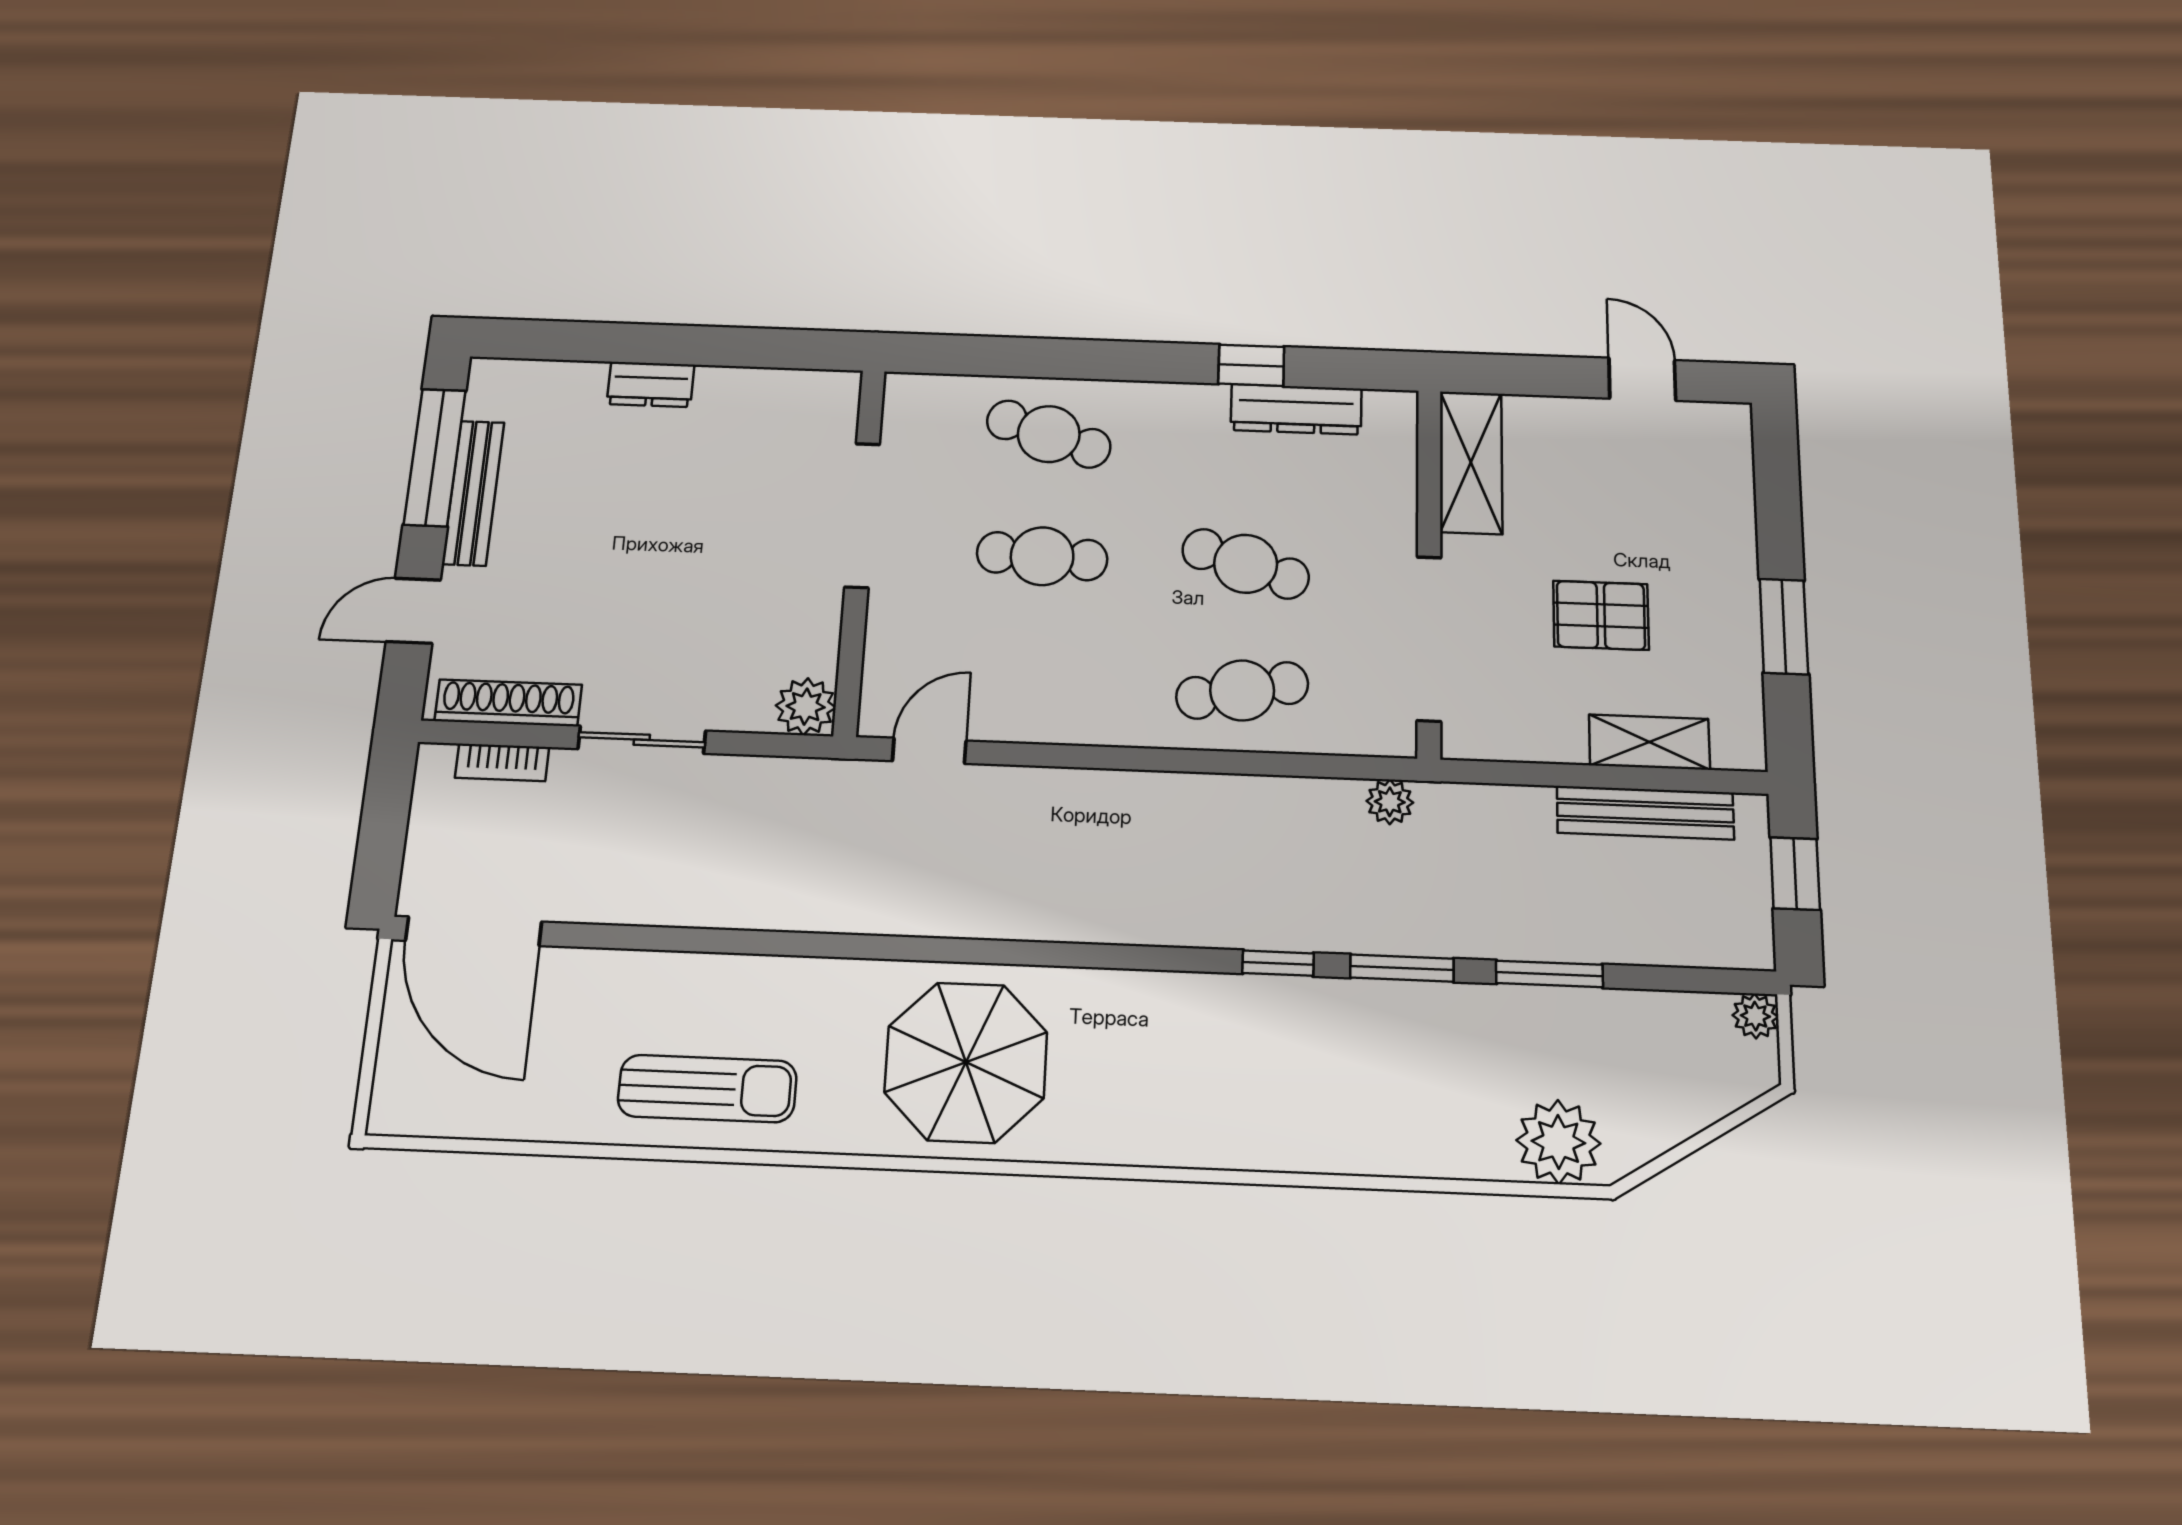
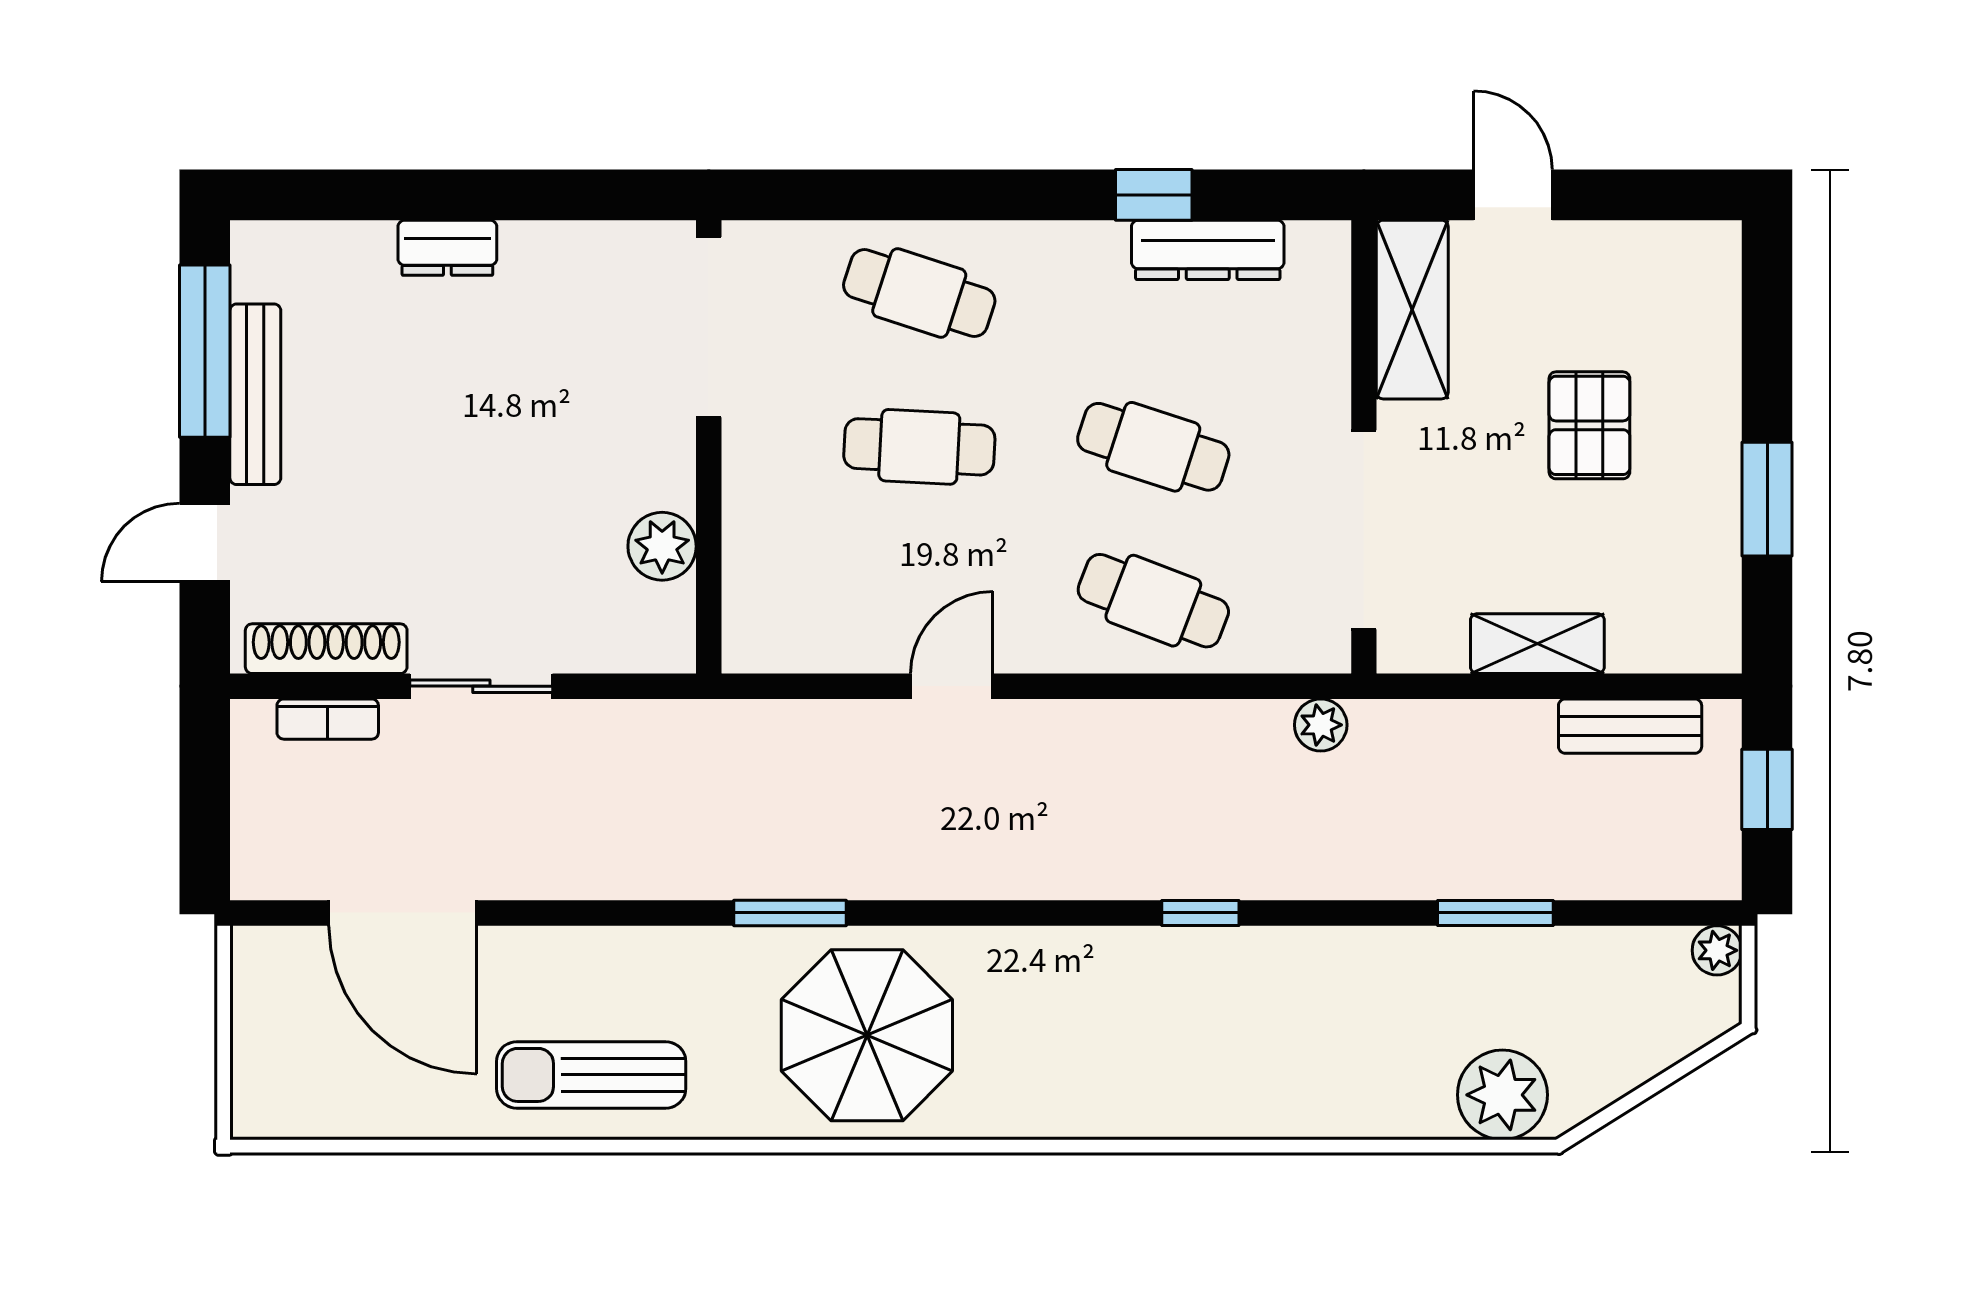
door: (1642, 379) -> (1513, 195), moved
doorway: (862, 515) -> (709, 327), moved
pallet: (1601, 615) -> (1589, 425), moved, turned 90
cafe table: (1242, 690) -> (1153, 601), turned 33
plant: (806, 707) -> (662, 546), moved
shelving: (1649, 742) -> (1537, 644), moved
door: (929, 751) -> (952, 686), moved
bench: (1645, 813) -> (1630, 726), width x0.73
door: (474, 931) -> (403, 913), moved
window: (1402, 968) -> (790, 913), moved
sun lounger: (707, 1089) -> (591, 1075), turned 180

